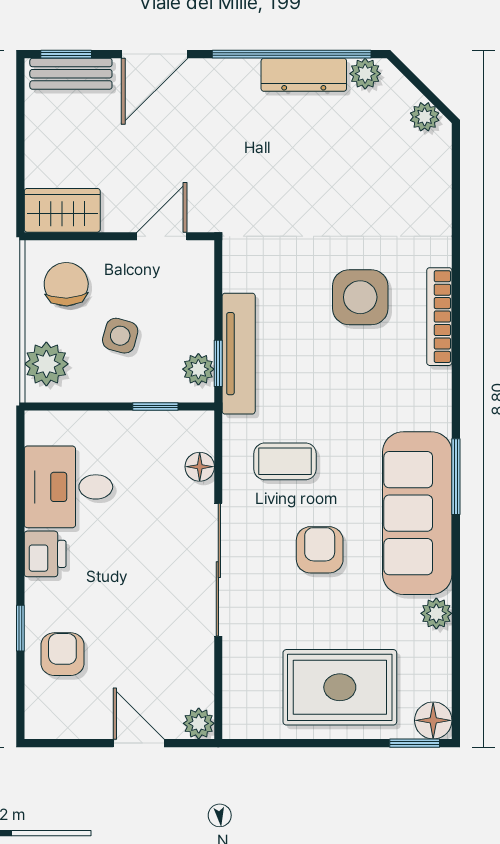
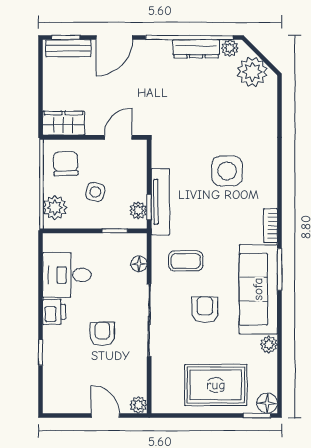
plant: (425, 117) -> (252, 72), width x1.88, depth x1.88
bookcase: (439, 317) -> (270, 226), moved, width x0.64
armchair: (62, 654) -> (102, 334), moved

